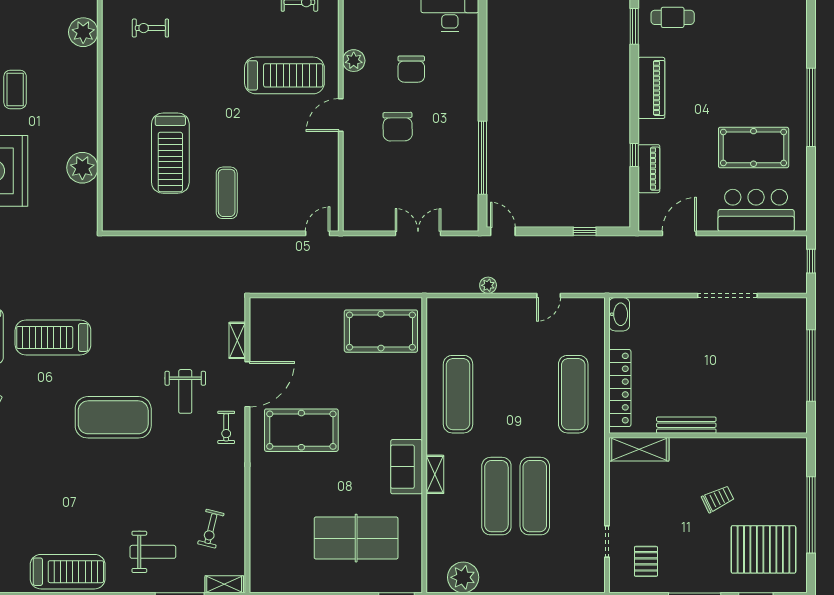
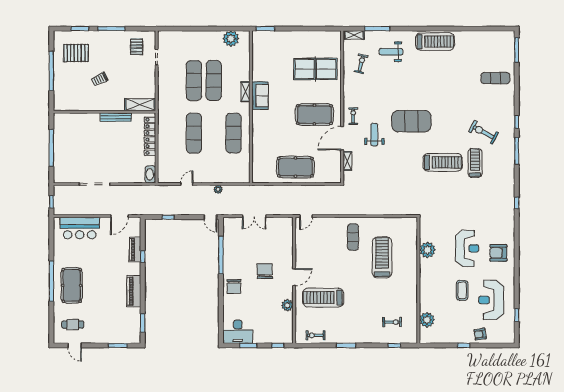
cafe table: (673, 17) -> (73, 325), moved
chair: (411, 69) -> (234, 287), moved, turned 180
pool table: (754, 147) -> (72, 285), moved, turned 90
pool table: (381, 331) -> (295, 167), moved
exercise mat: (573, 394) -> (194, 133), moved
table tennis table: (356, 538) -> (315, 69), moved
pallet: (763, 549) -> (76, 53), width x0.73, depth x0.71
treadmill: (68, 572) -> (435, 42), turned 180

